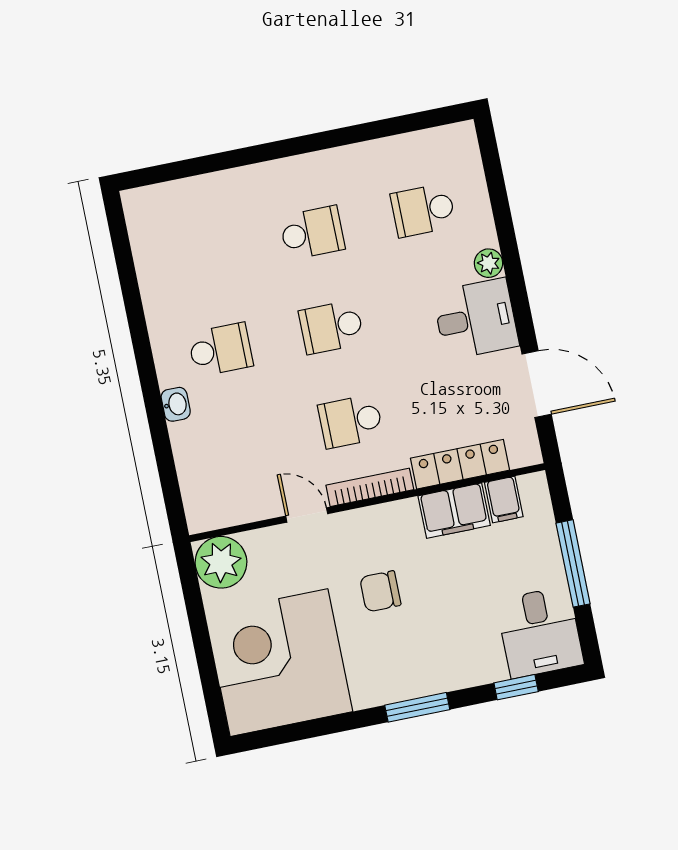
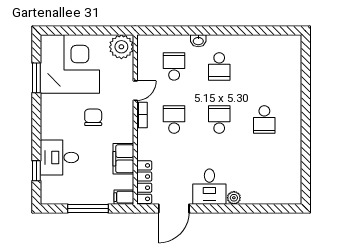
school desk: (423, 210) -> (174, 66), moved
locker: (460, 464) -> (144, 182), moved
bookcase: (370, 487) -> (142, 115), width x0.64
filing cabinet: (504, 500) -> (124, 197), moved
desk: (540, 632) -> (59, 157), moved
window: (417, 707) -> (36, 78), moved

